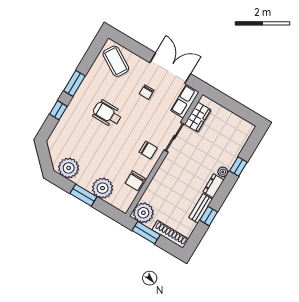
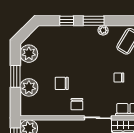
plant: (90, 80) -> (103, 30), added
wheelchair: (107, 114) -> (86, 58), removed
chair: (135, 181) -> (62, 83), moved

